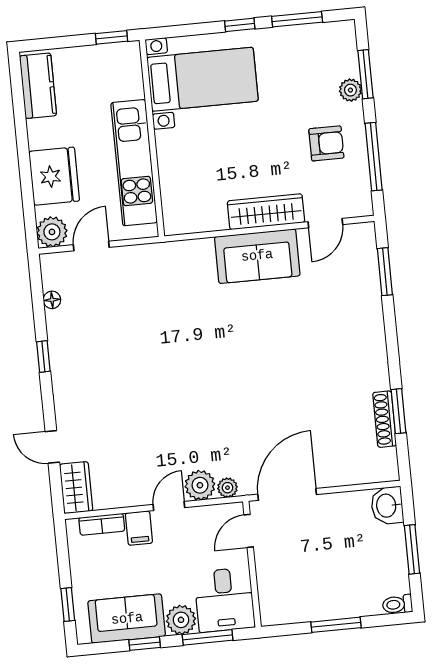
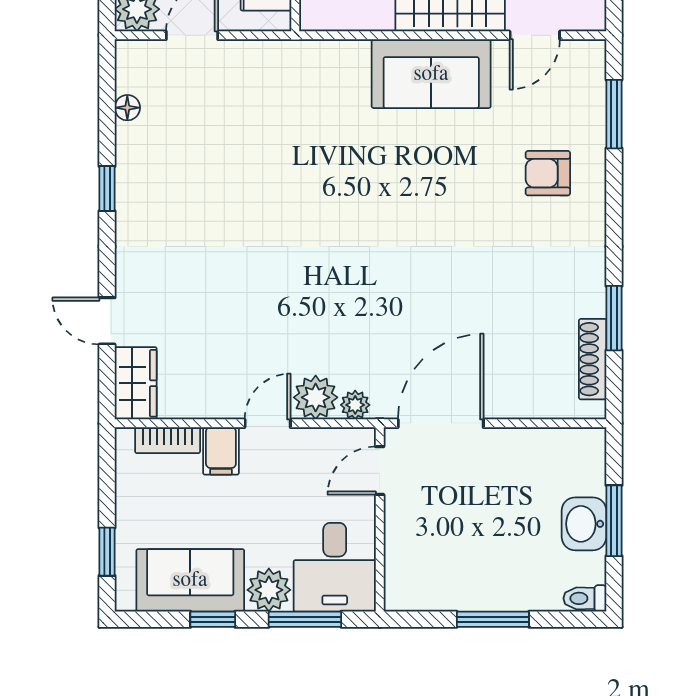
armchair: (344, 316) -> (548, 173), added
shoe rack: (385, 419) -> (593, 359), moved
washbasin: (387, 506) -> (584, 524), moved

